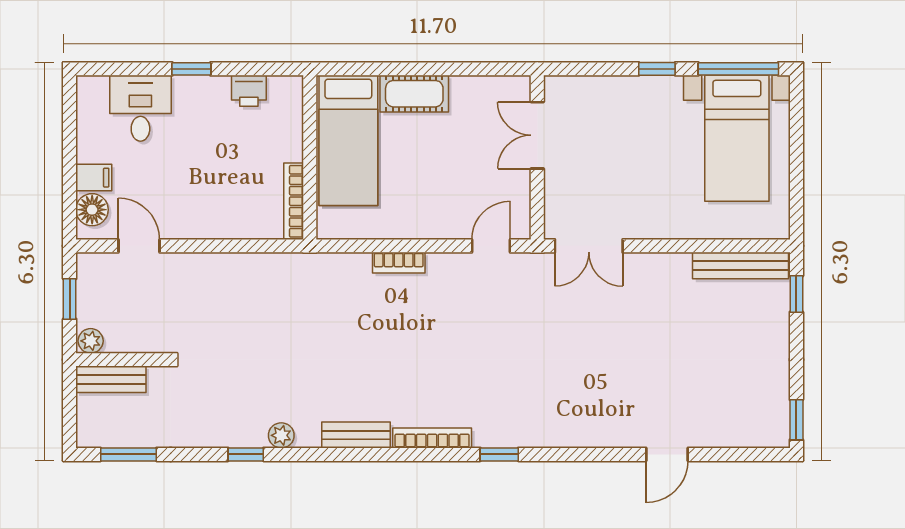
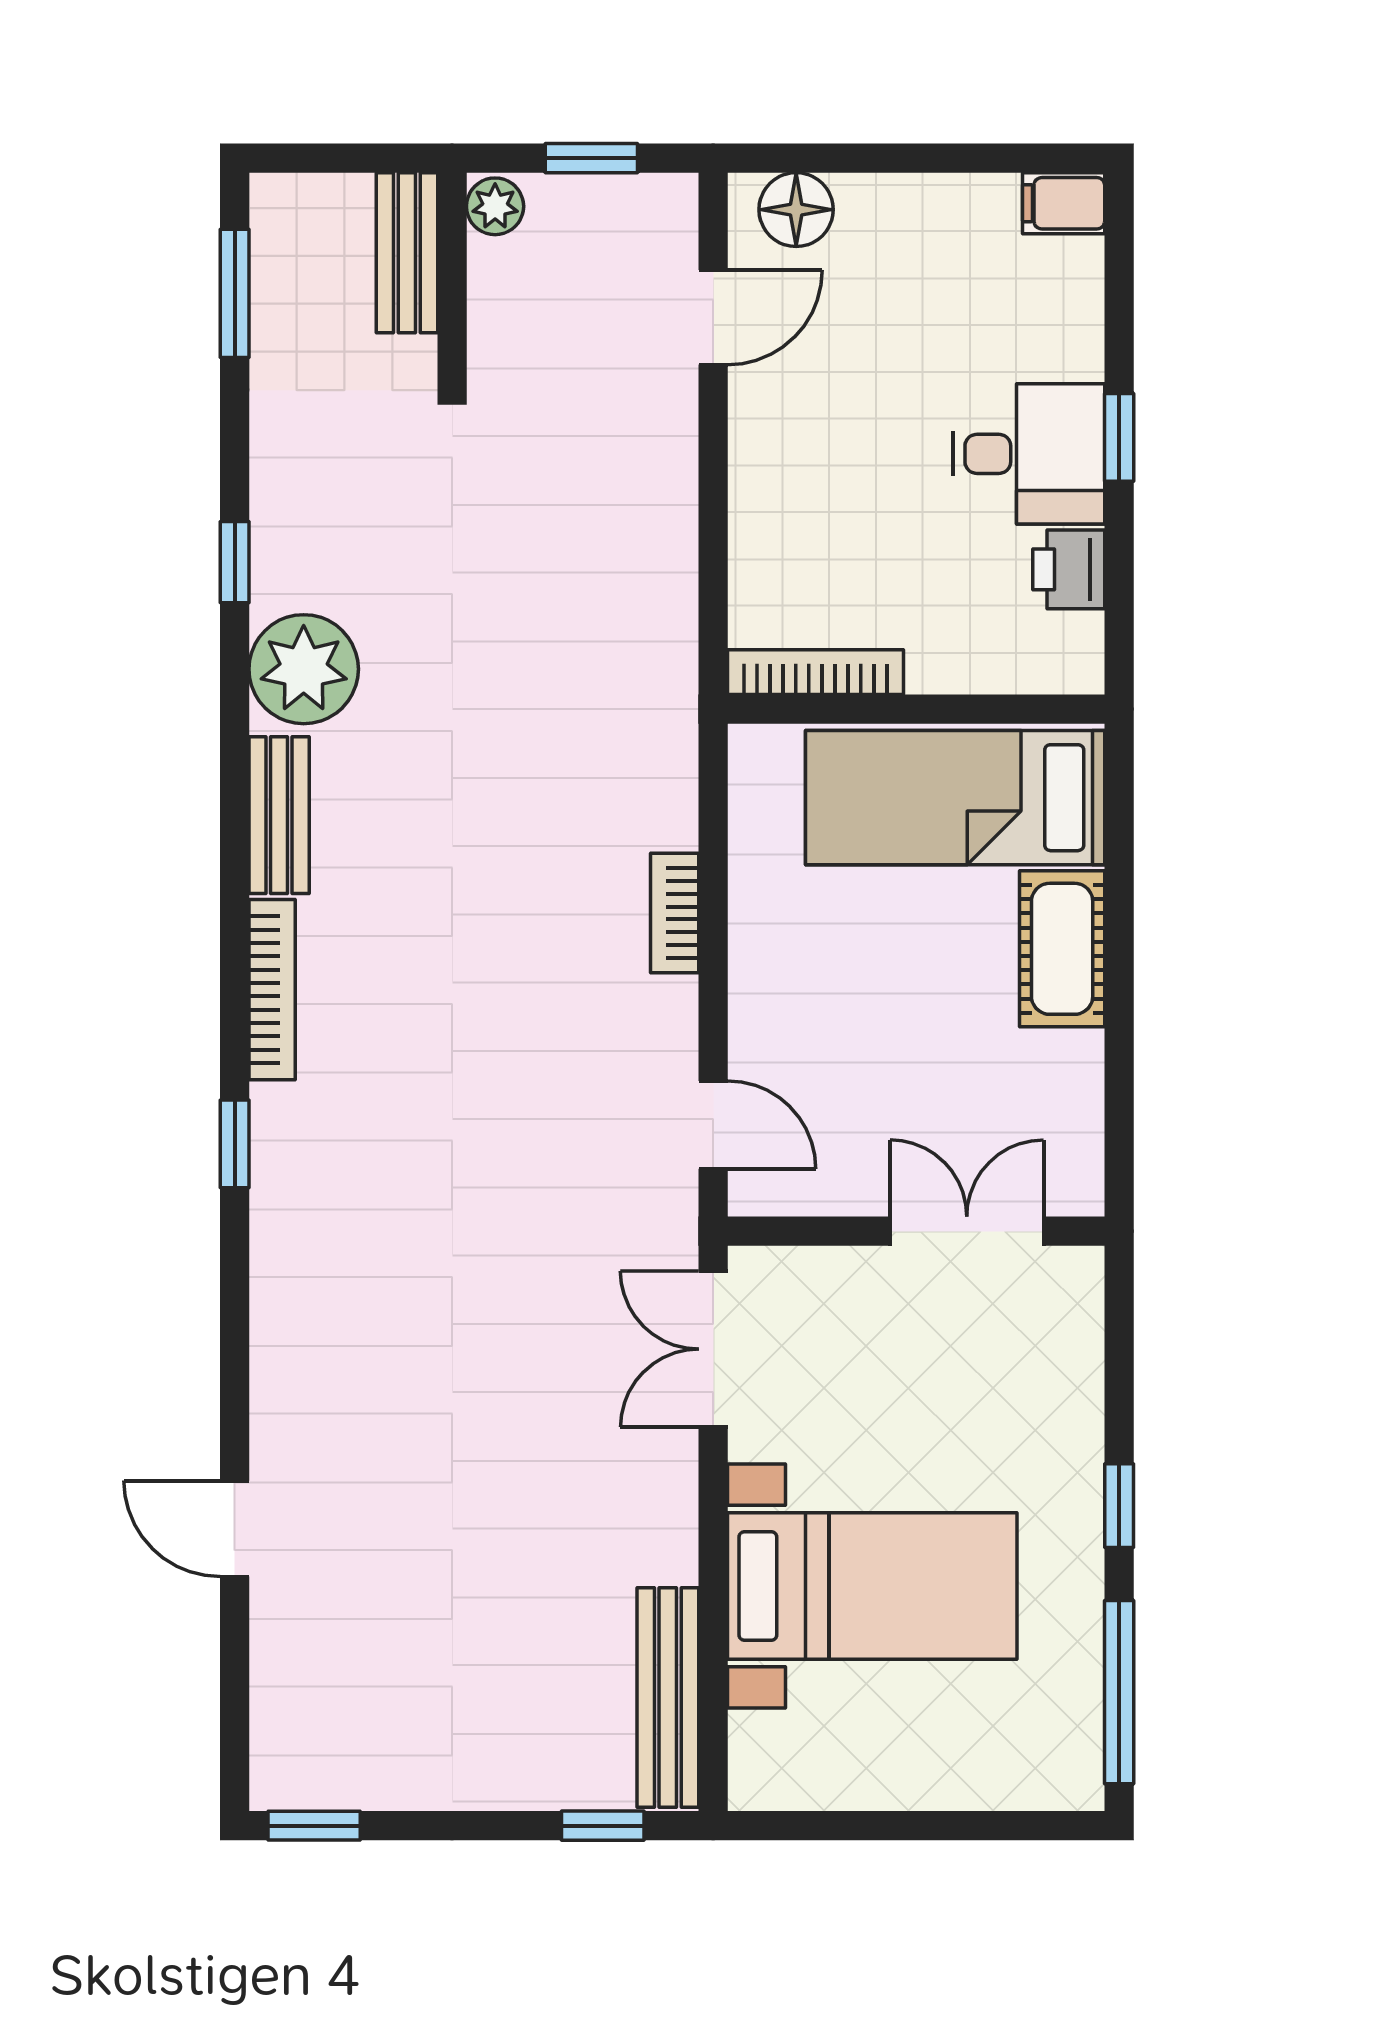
desk: (140, 108) -> (1029, 454), moved
bed with nightstands: (737, 138) -> (872, 1586), moved, turned 180
filing cabinet: (94, 178) -> (1064, 203), moved, turned 90
plant: (281, 435) -> (304, 669), width x1.88, depth x1.88

